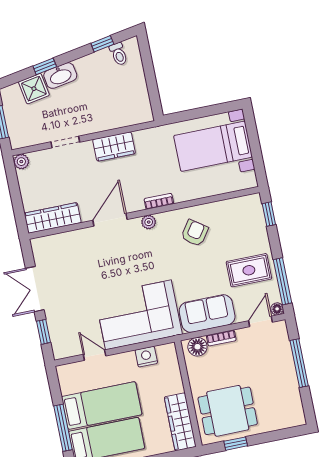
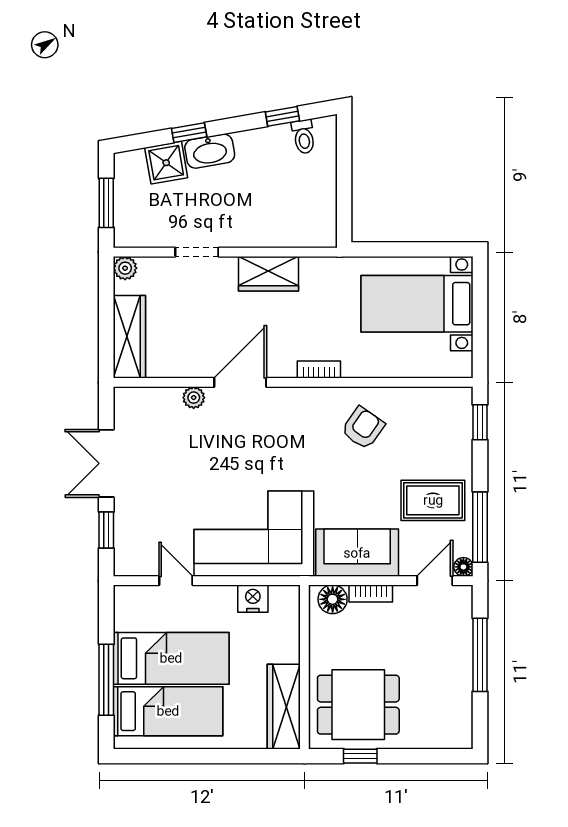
wardrobe: (53, 218) -> (129, 337), moved, turned 90
plant: (149, 222) -> (194, 398), moved

